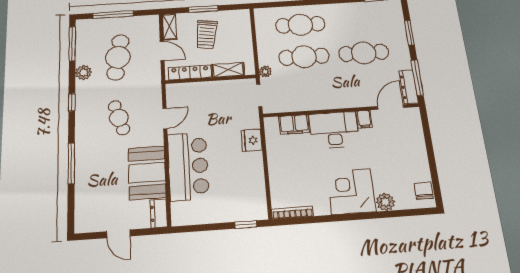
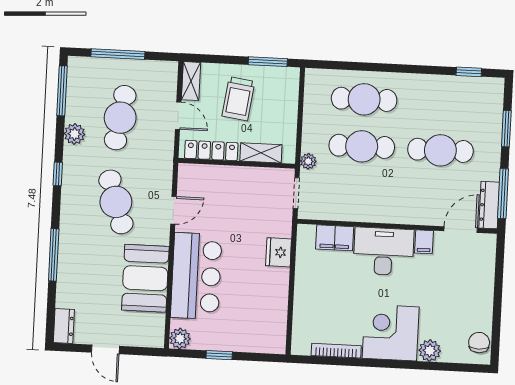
window: (203, 9) -> (268, 62), moved
cafe table: (119, 118) -> (116, 202), width x1.37, depth x1.35
dresser: (159, 213) -> (64, 326), moved, turned 180
bookcase: (292, 213) -> (336, 351), moved
plant: (180, 217) -> (180, 338), added
window: (246, 225) -> (219, 355), moved

